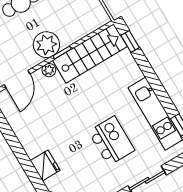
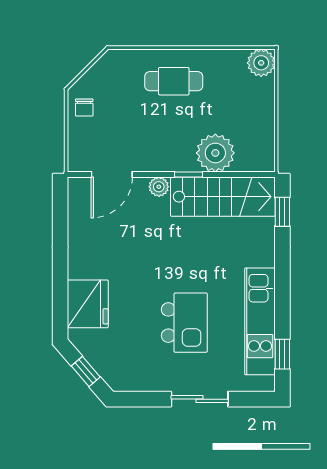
plant: (46, 45) -> (215, 153), moved
fridge: (45, 165) -> (88, 304), width x1.36, depth x1.34

